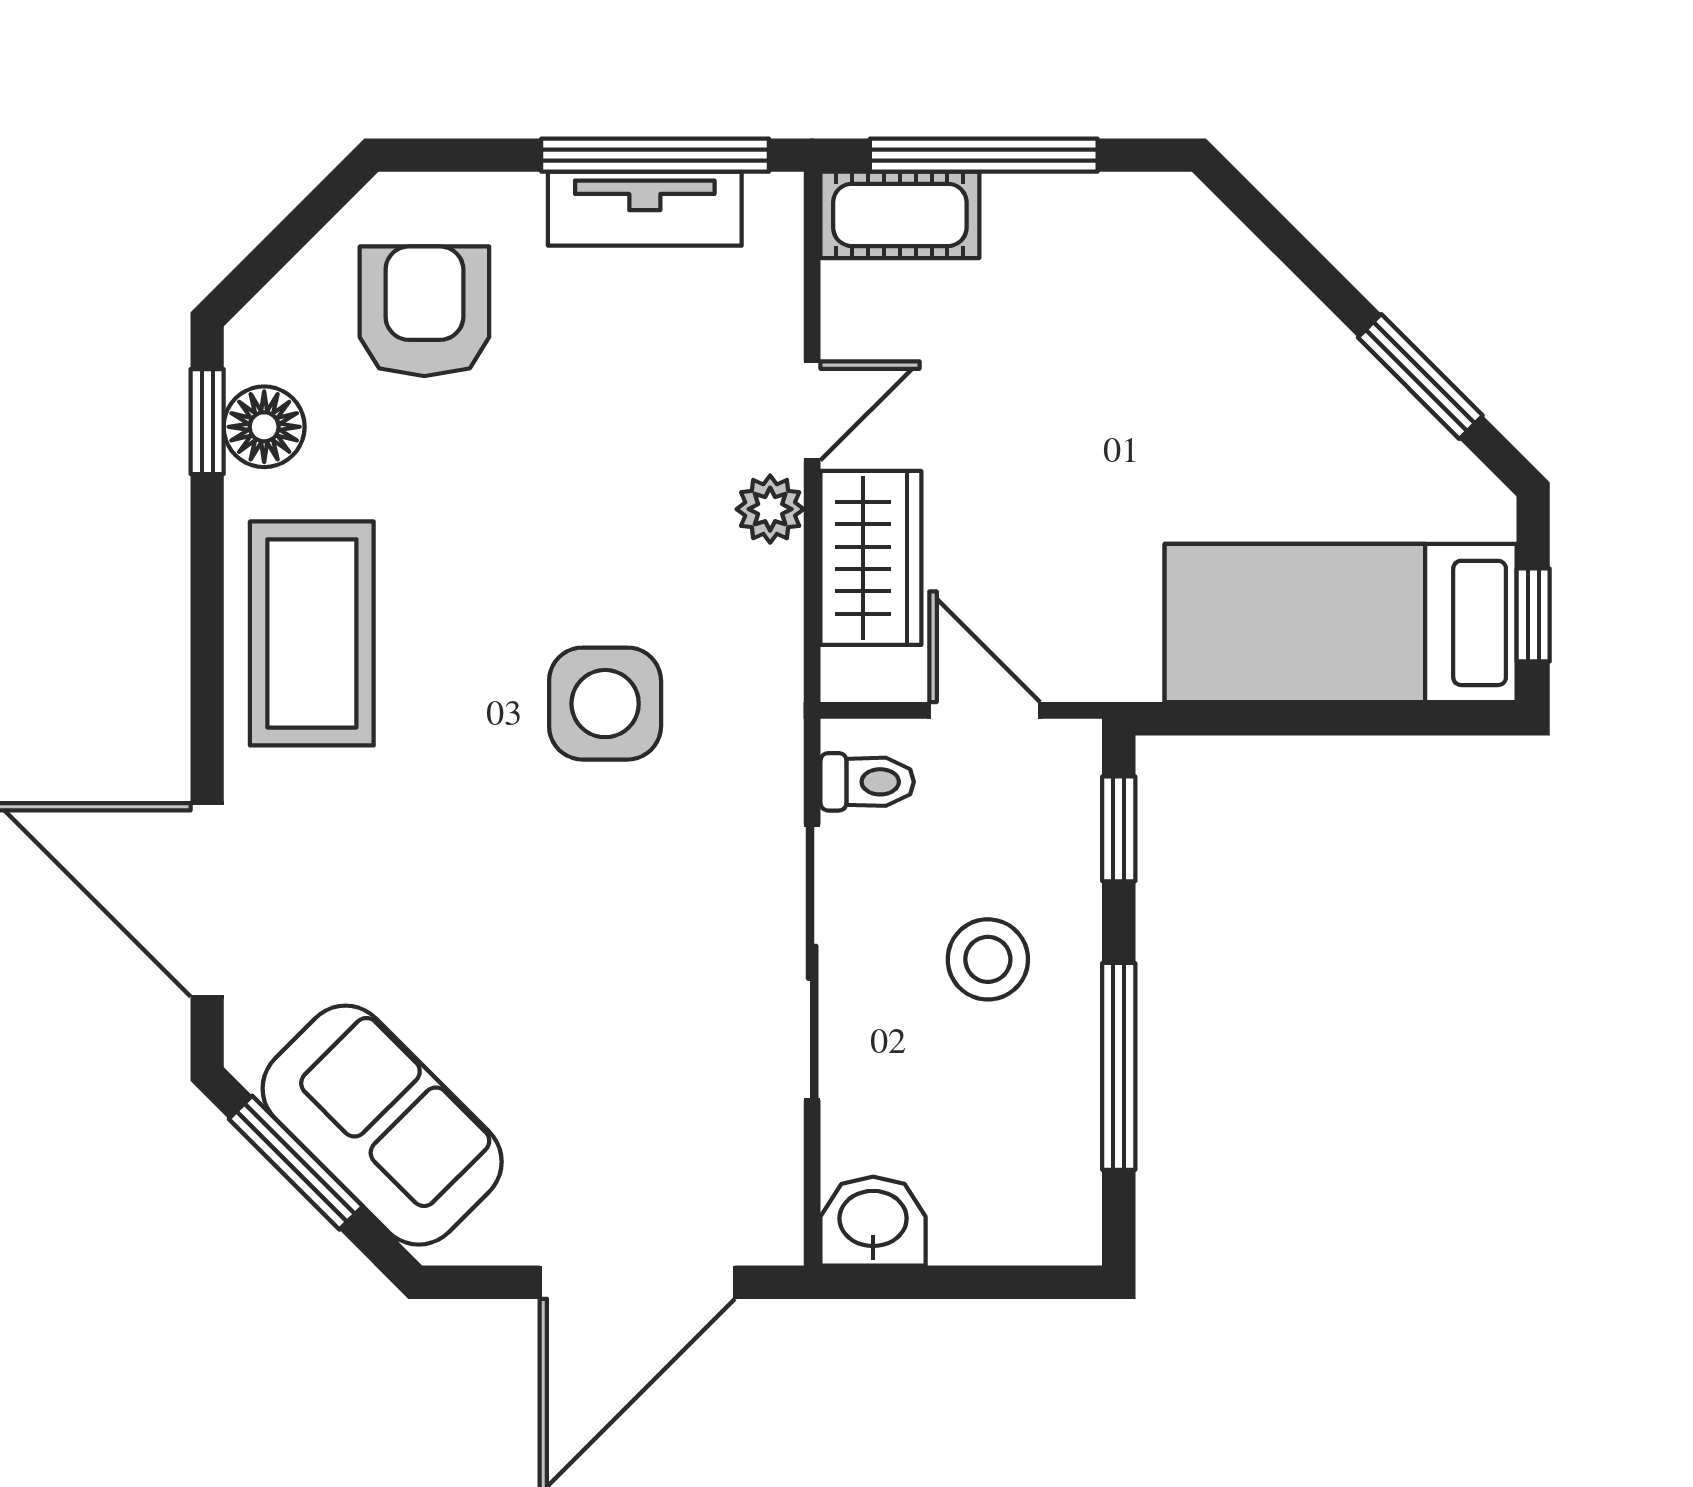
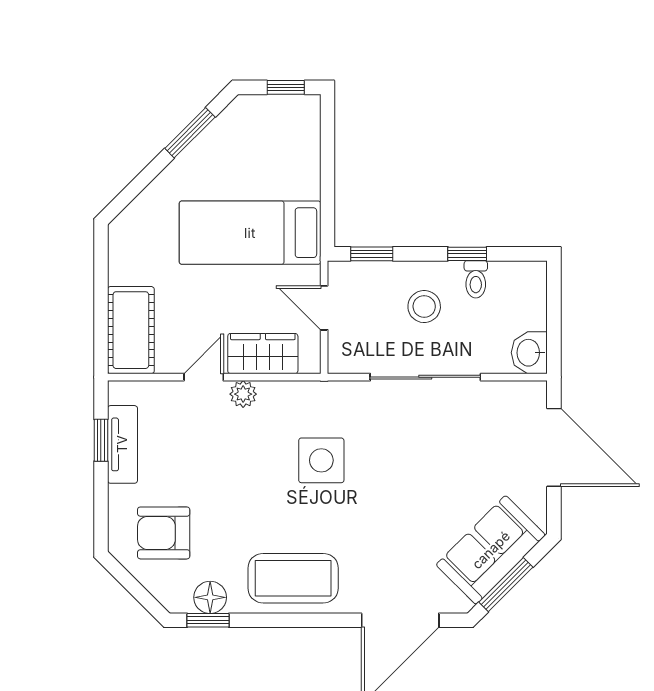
window: (655, 155) -> (101, 440), width x0.46
window: (984, 155) -> (101, 308), removed
cot: (900, 215) -> (131, 330), width x1.37, depth x1.34
door: (812, 411) -> (204, 377), hinge flipped
bed: (1341, 623) -> (250, 233), moved, turned 90
door: (985, 710) -> (324, 308), hinge flipped
toilet: (867, 782) -> (476, 279), moved, turned 180
window: (1119, 1066) -> (467, 254), width x0.46

